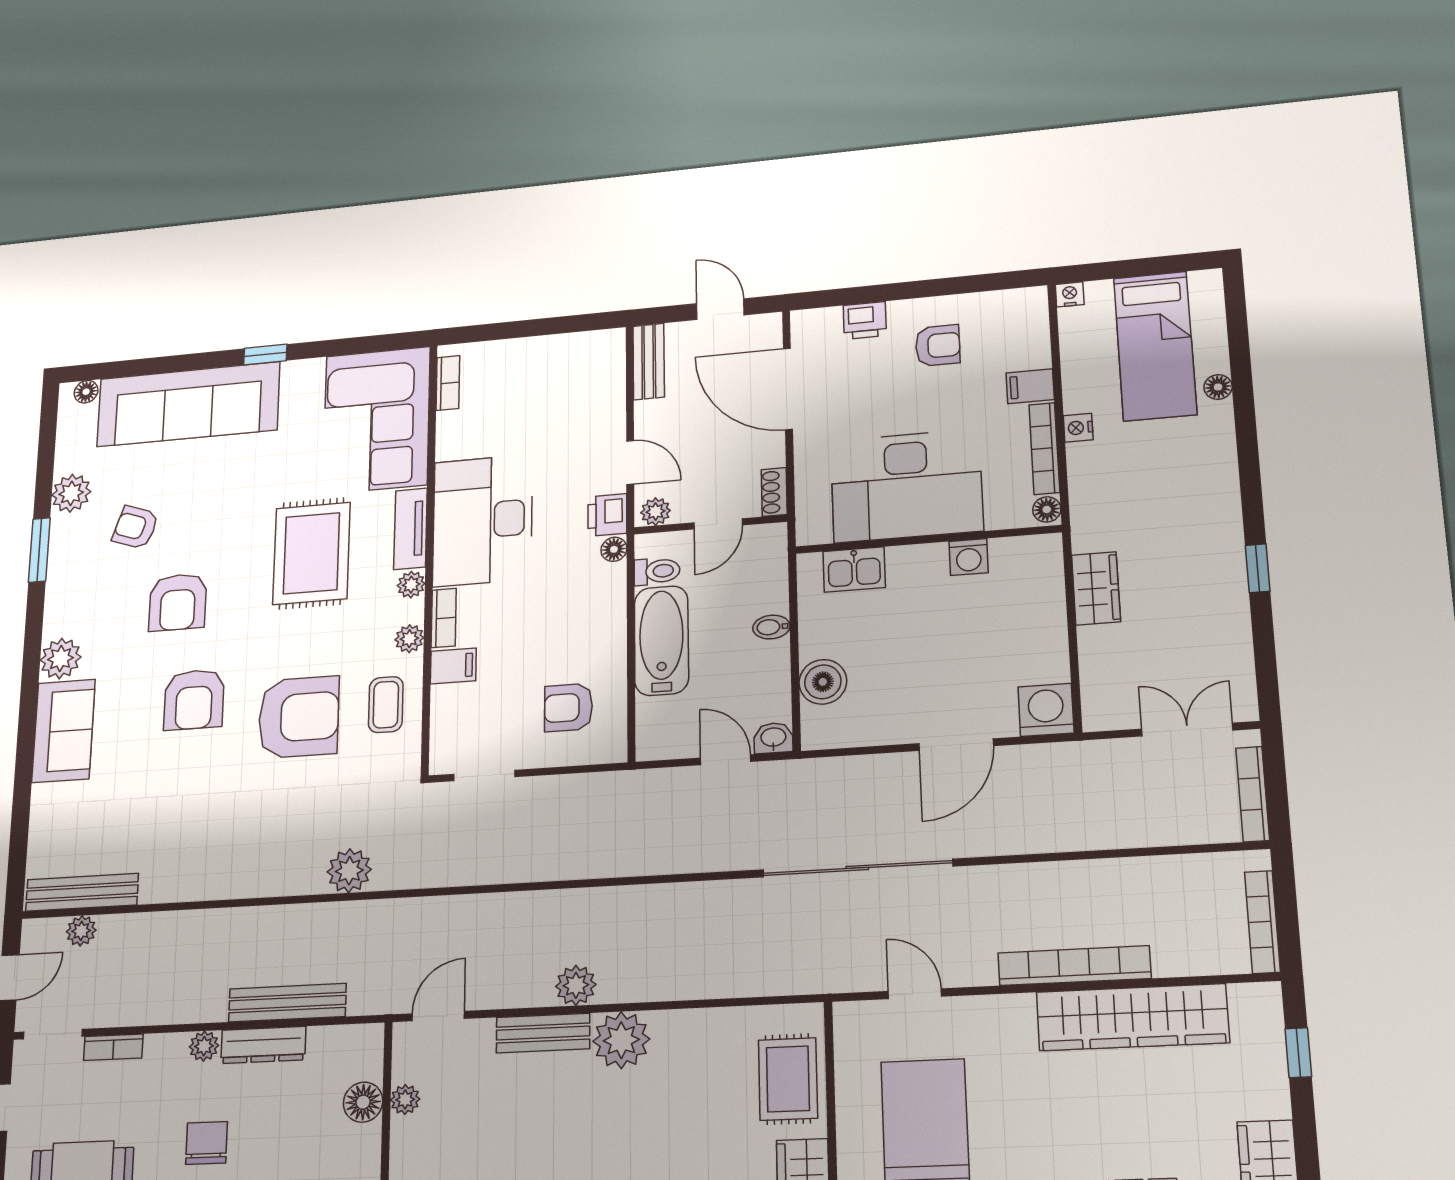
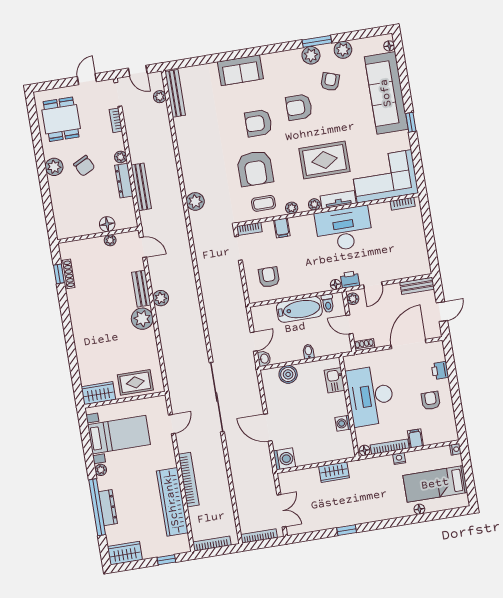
armchair: (938, 345) -> (431, 401), turned 180
bookcase: (444, 618) -> (249, 229), moved
plant: (61, 659) -> (311, 55), moved
chair: (207, 1143) -> (84, 166), turned 63

